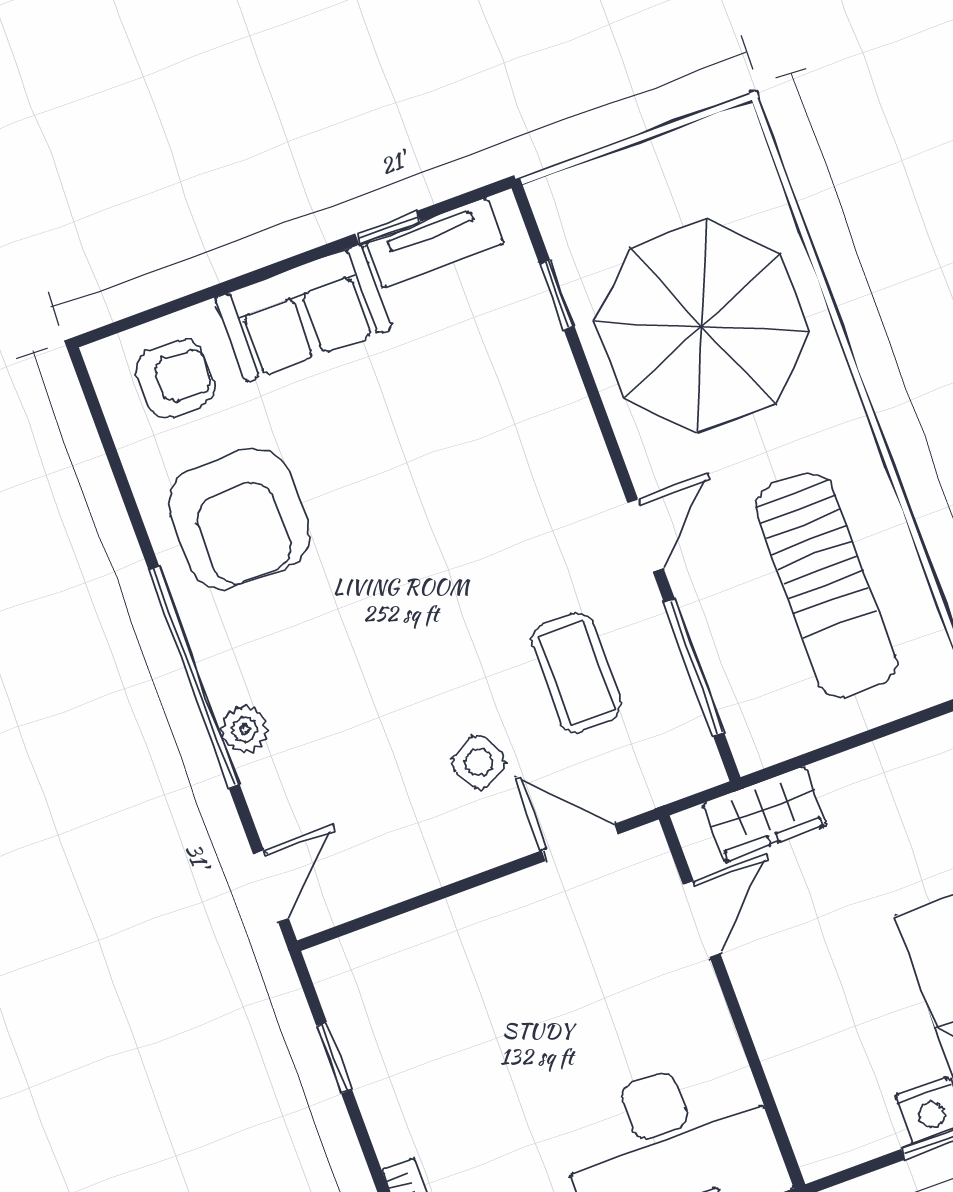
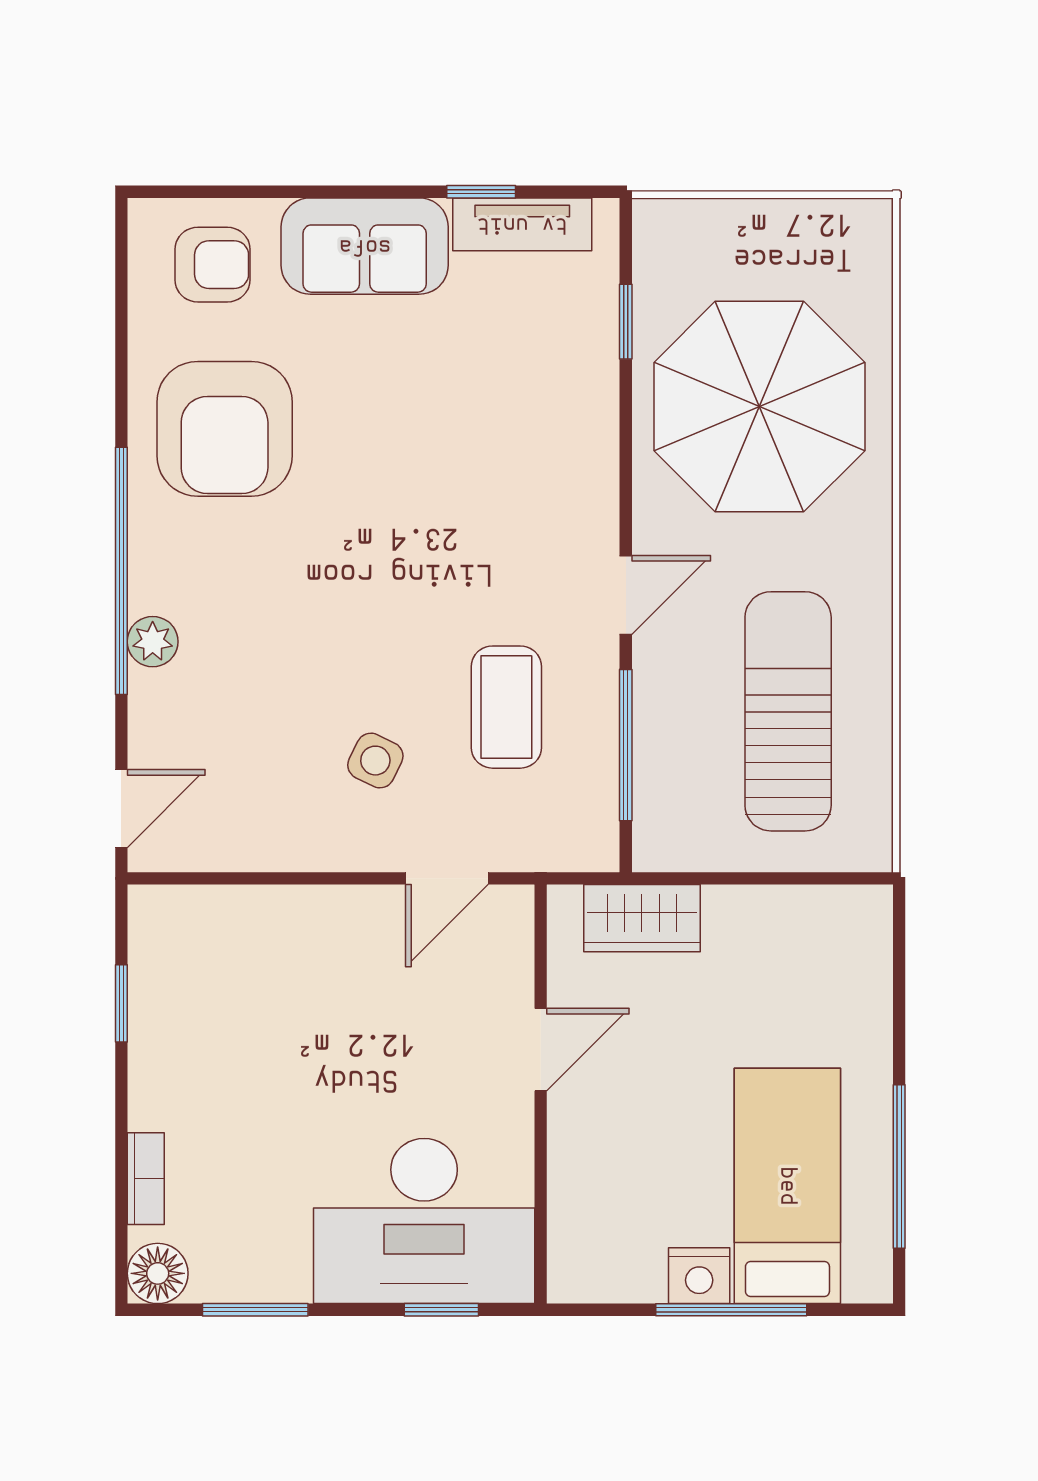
sun lounger: (826, 585) -> (788, 711), turned 180
side table: (479, 762) -> (375, 761), turned -35
door: (580, 842) -> (447, 878), swing flipped
door: (702, 919) -> (541, 1050), moved

